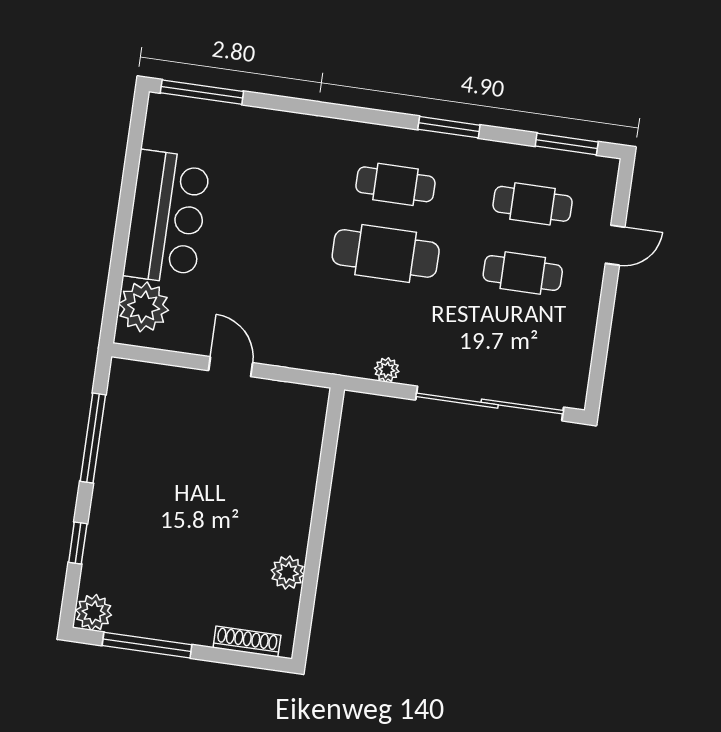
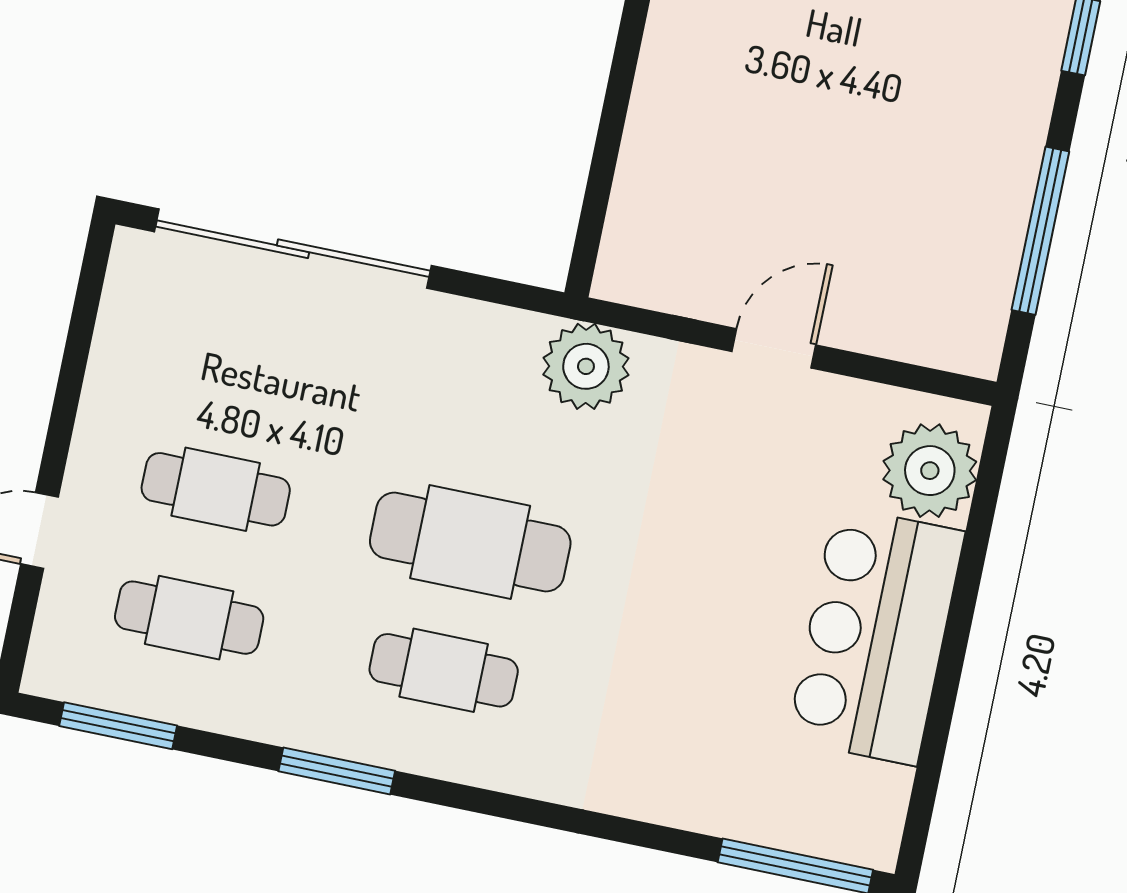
door: (231, 367) -> (774, 348), swing flipped
plant: (387, 370) -> (586, 366), moved, width x1.87, depth x1.87

